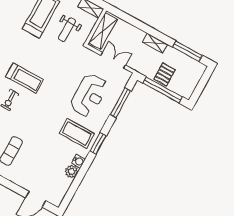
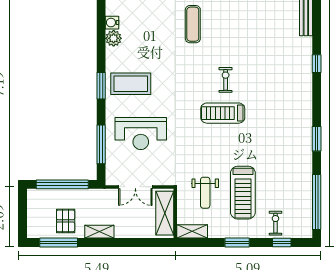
weight bench: (67, 30) -> (205, 193), turned 180
pallet: (165, 74) -> (66, 221), moved
reception desk: (89, 95) -> (141, 134), turned -90
water cooler: (79, 161) -> (112, 23), moved

